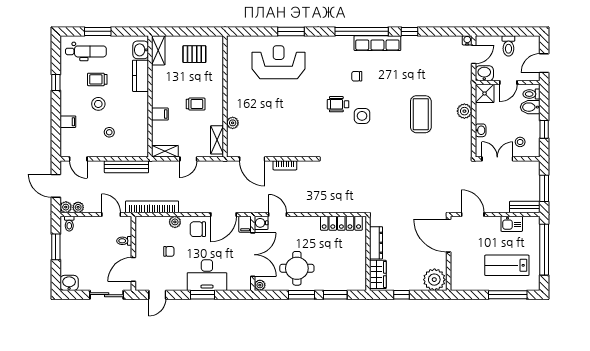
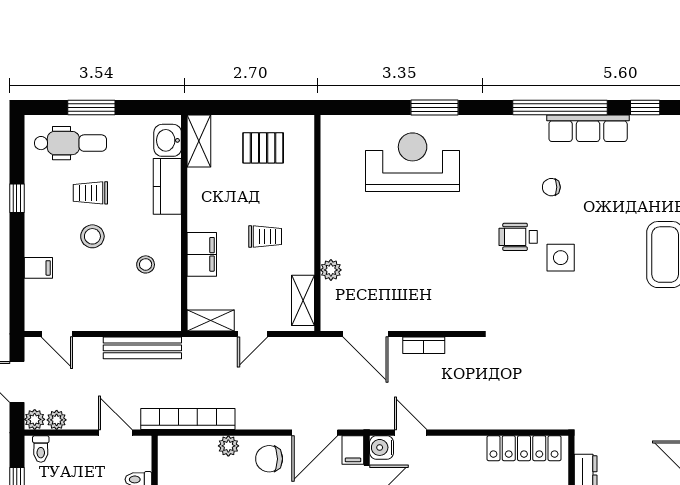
filing cabinet: (160, 114) -> (202, 254), width x2.00
stool: (109, 132) -> (146, 264), moved

